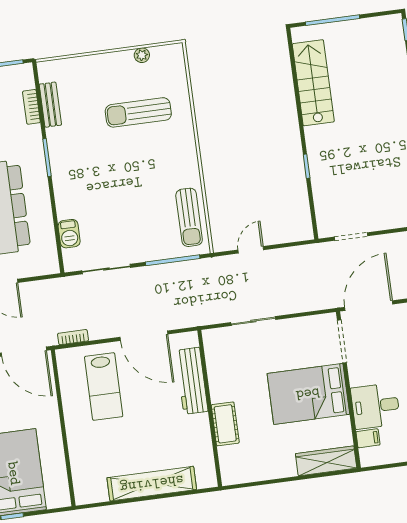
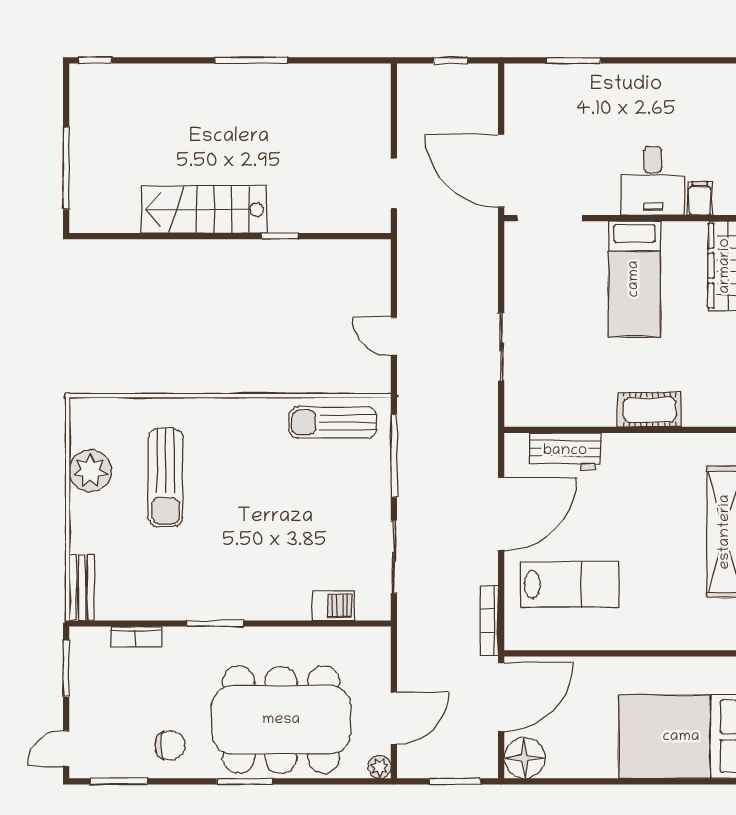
plant: (142, 55) -> (90, 471), width x1.87, depth x1.87
stairs: (313, 83) -> (204, 209), moved
bench: (50, 105) -> (82, 587), moved, turned 90
sun lounger: (189, 217) -> (333, 422), turned 180
bookcase: (73, 337) -> (489, 620), width x1.56
workbench: (192, 381) -> (565, 451), width x0.73
bed: (308, 394) -> (634, 279), width x0.67

